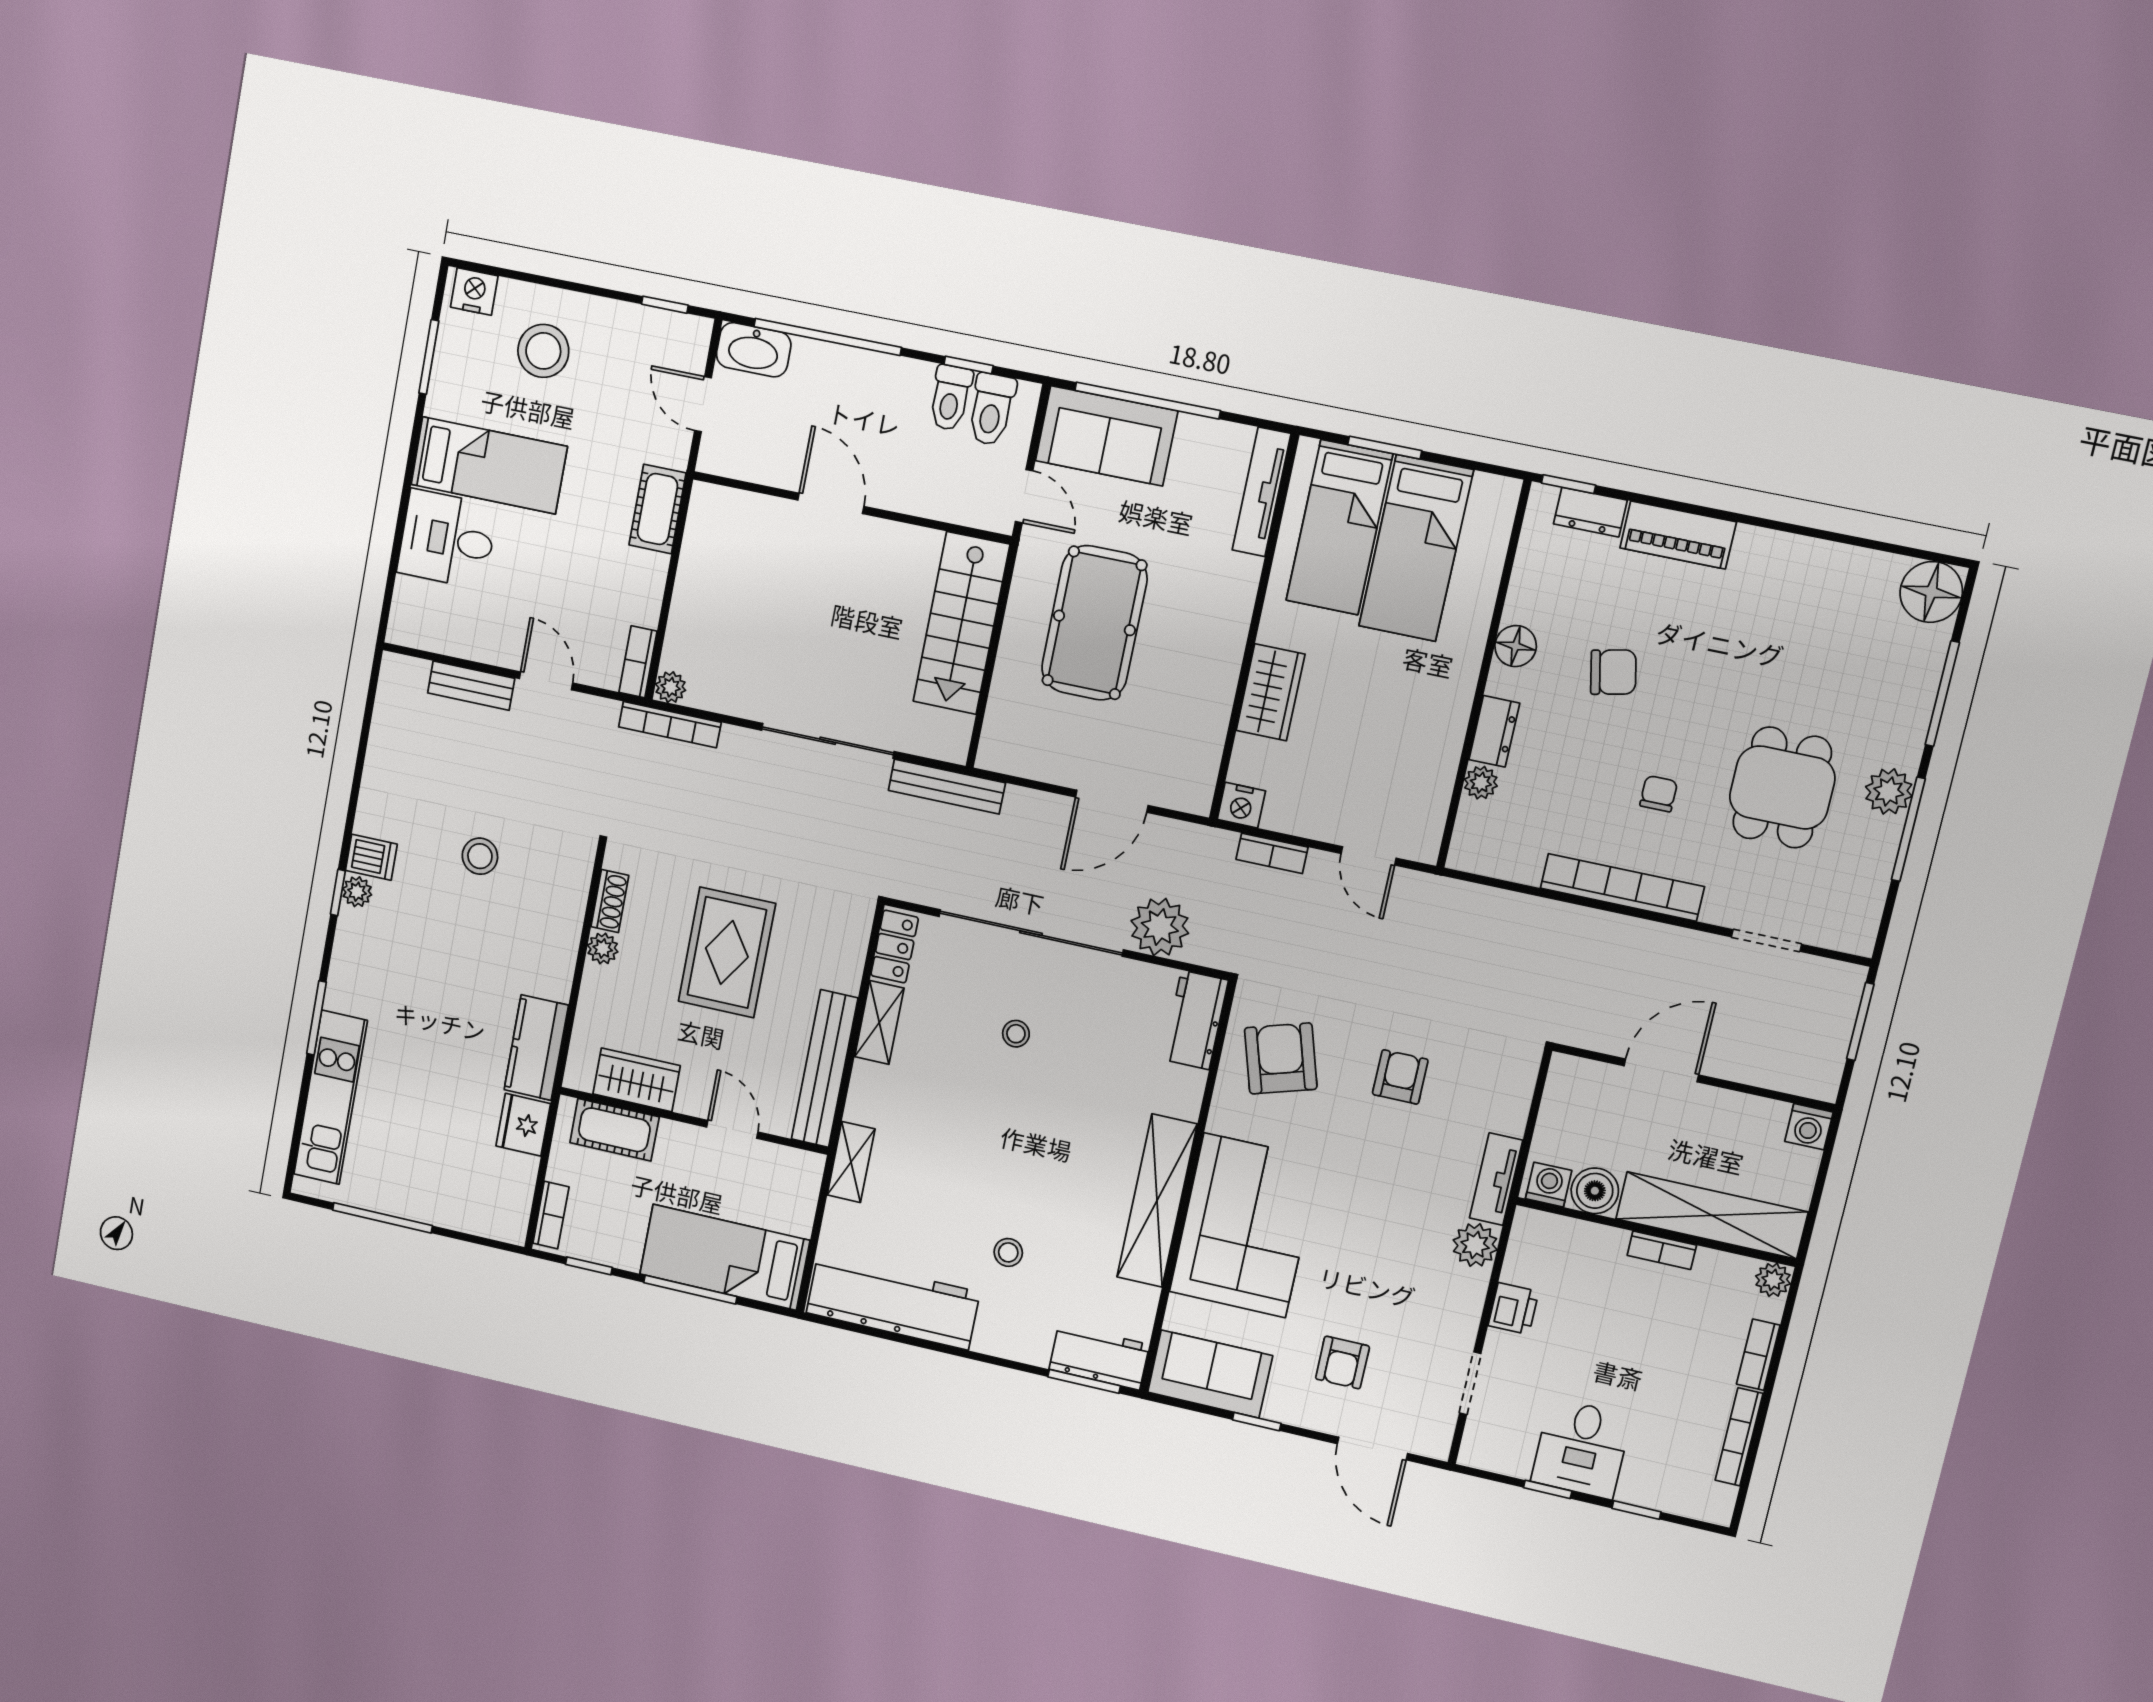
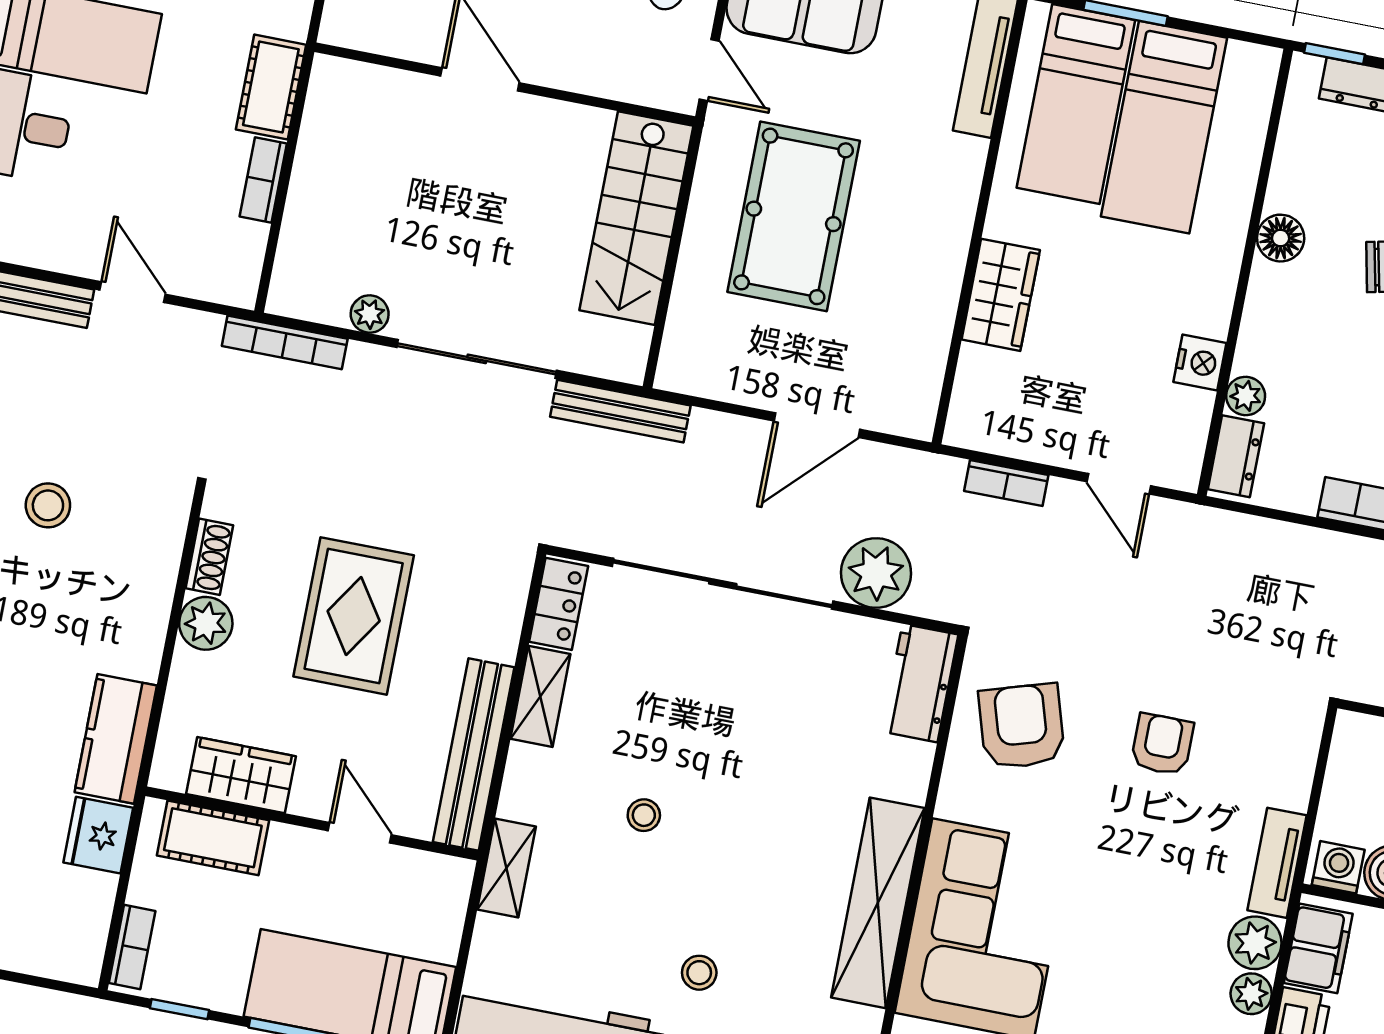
bookcase: (638, 662) -> (263, 180), moved
plant: (671, 687) -> (370, 314), moved
dresser: (1494, 731) -> (1236, 456), moved
nightstand: (1241, 805) -> (1200, 362), moved, turned -90
plant: (603, 948) -> (206, 623), width x1.38, depth x1.38
stool: (1016, 1034) -> (644, 815), moved
filing cabinet: (1529, 1252) -> (1318, 948), added
plant: (1471, 1287) -> (1251, 994), added

